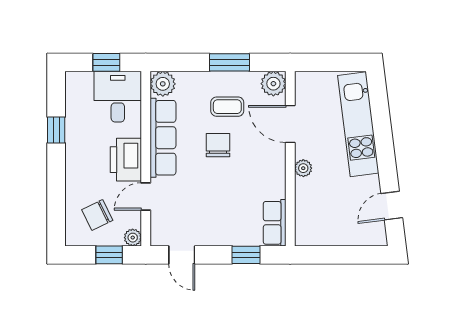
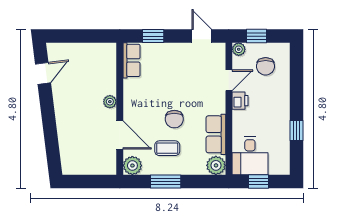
kitchen unit: (358, 124) -> (68, 135), removed
row of seats: (163, 138) -> (216, 134), width x0.68
printer: (126, 160) -> (240, 101), width x0.53, depth x0.68
chair: (97, 215) -> (266, 66), turned 116

